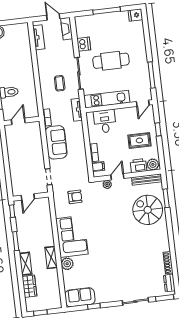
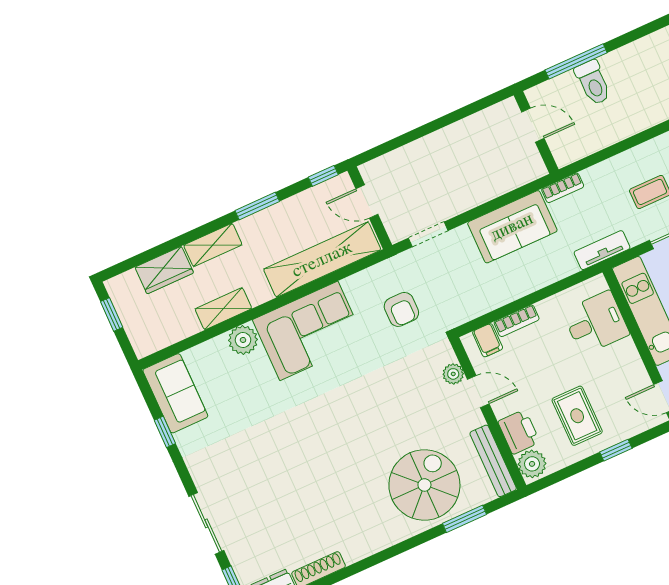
shelving: (45, 222) -> (322, 260), added
shelving: (51, 257) -> (223, 309), moved

